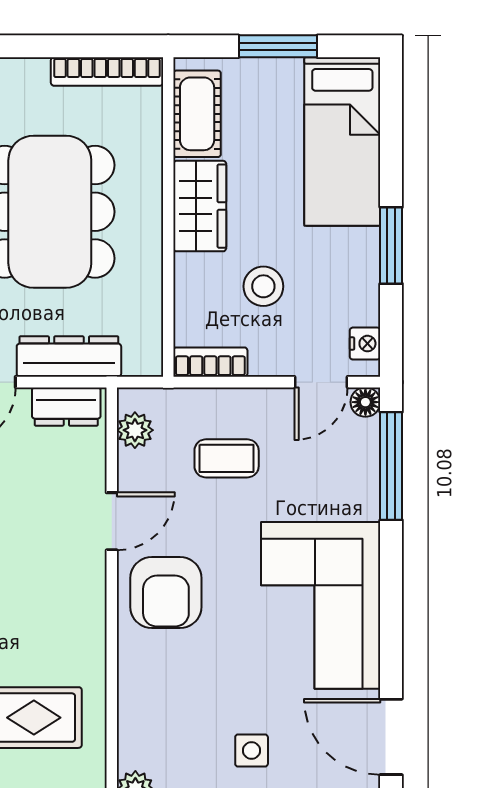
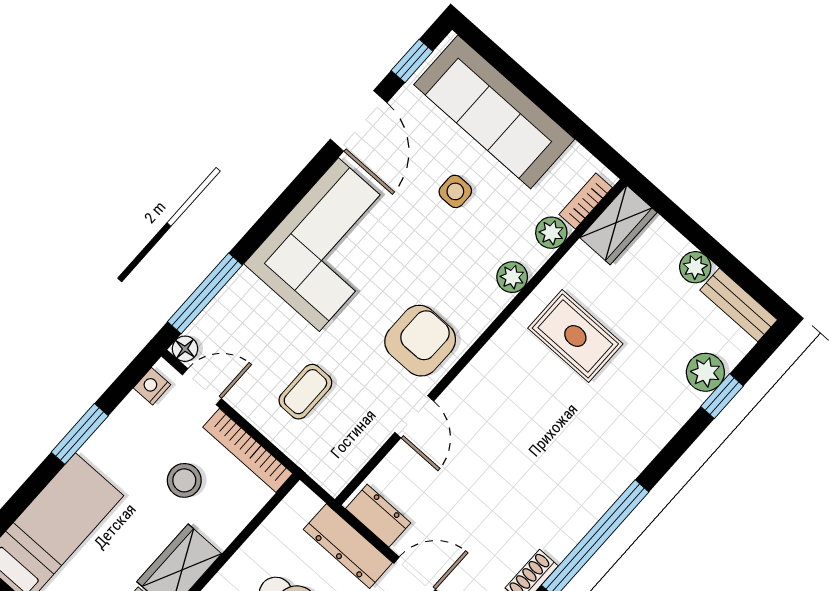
bookcase: (210, 362) -> (248, 450), width x1.56
plant: (135, 430) -> (512, 277), moved
coffee table: (227, 458) -> (305, 392), turned 90
door: (112, 521) -> (414, 417), swing flipped

